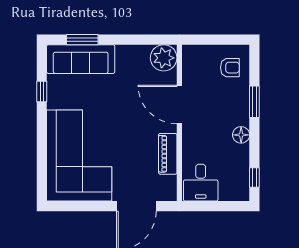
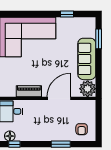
sofa: (81, 59) -> (87, 59), moved
floor lamp: (241, 135) -> (10, 136), moved

